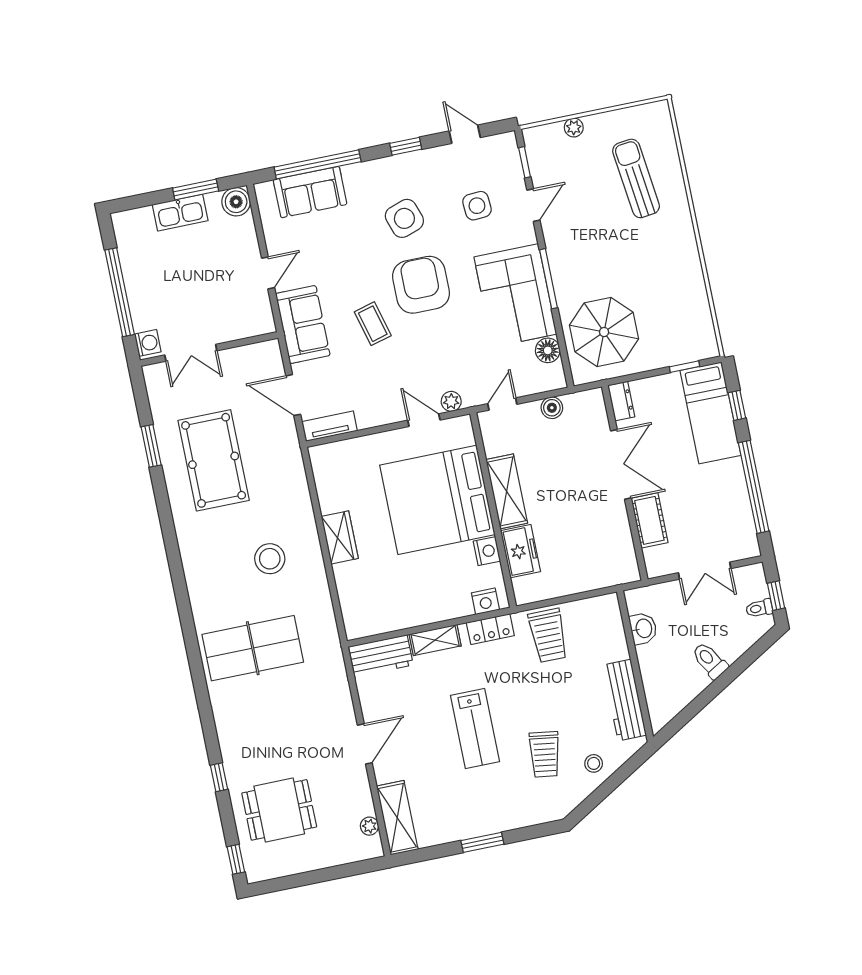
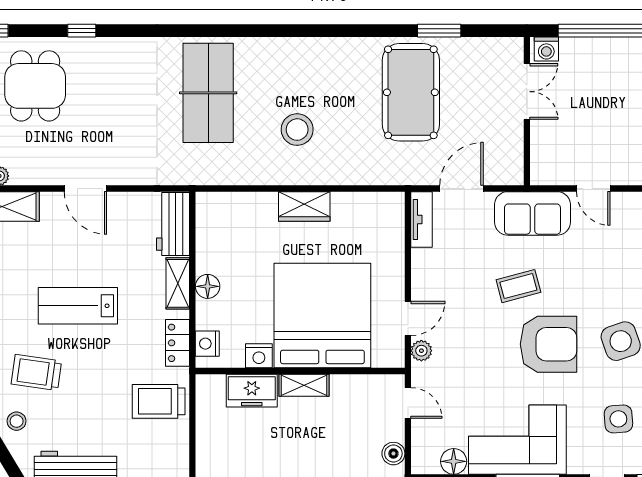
double door: (191, 353) -> (527, 92), swing flipped
pool table: (214, 460) -> (411, 92), turned 90
shelving: (507, 491) -> (304, 385), width x0.67, depth x0.75
floor lamp: (432, 612) -> (208, 286), added

